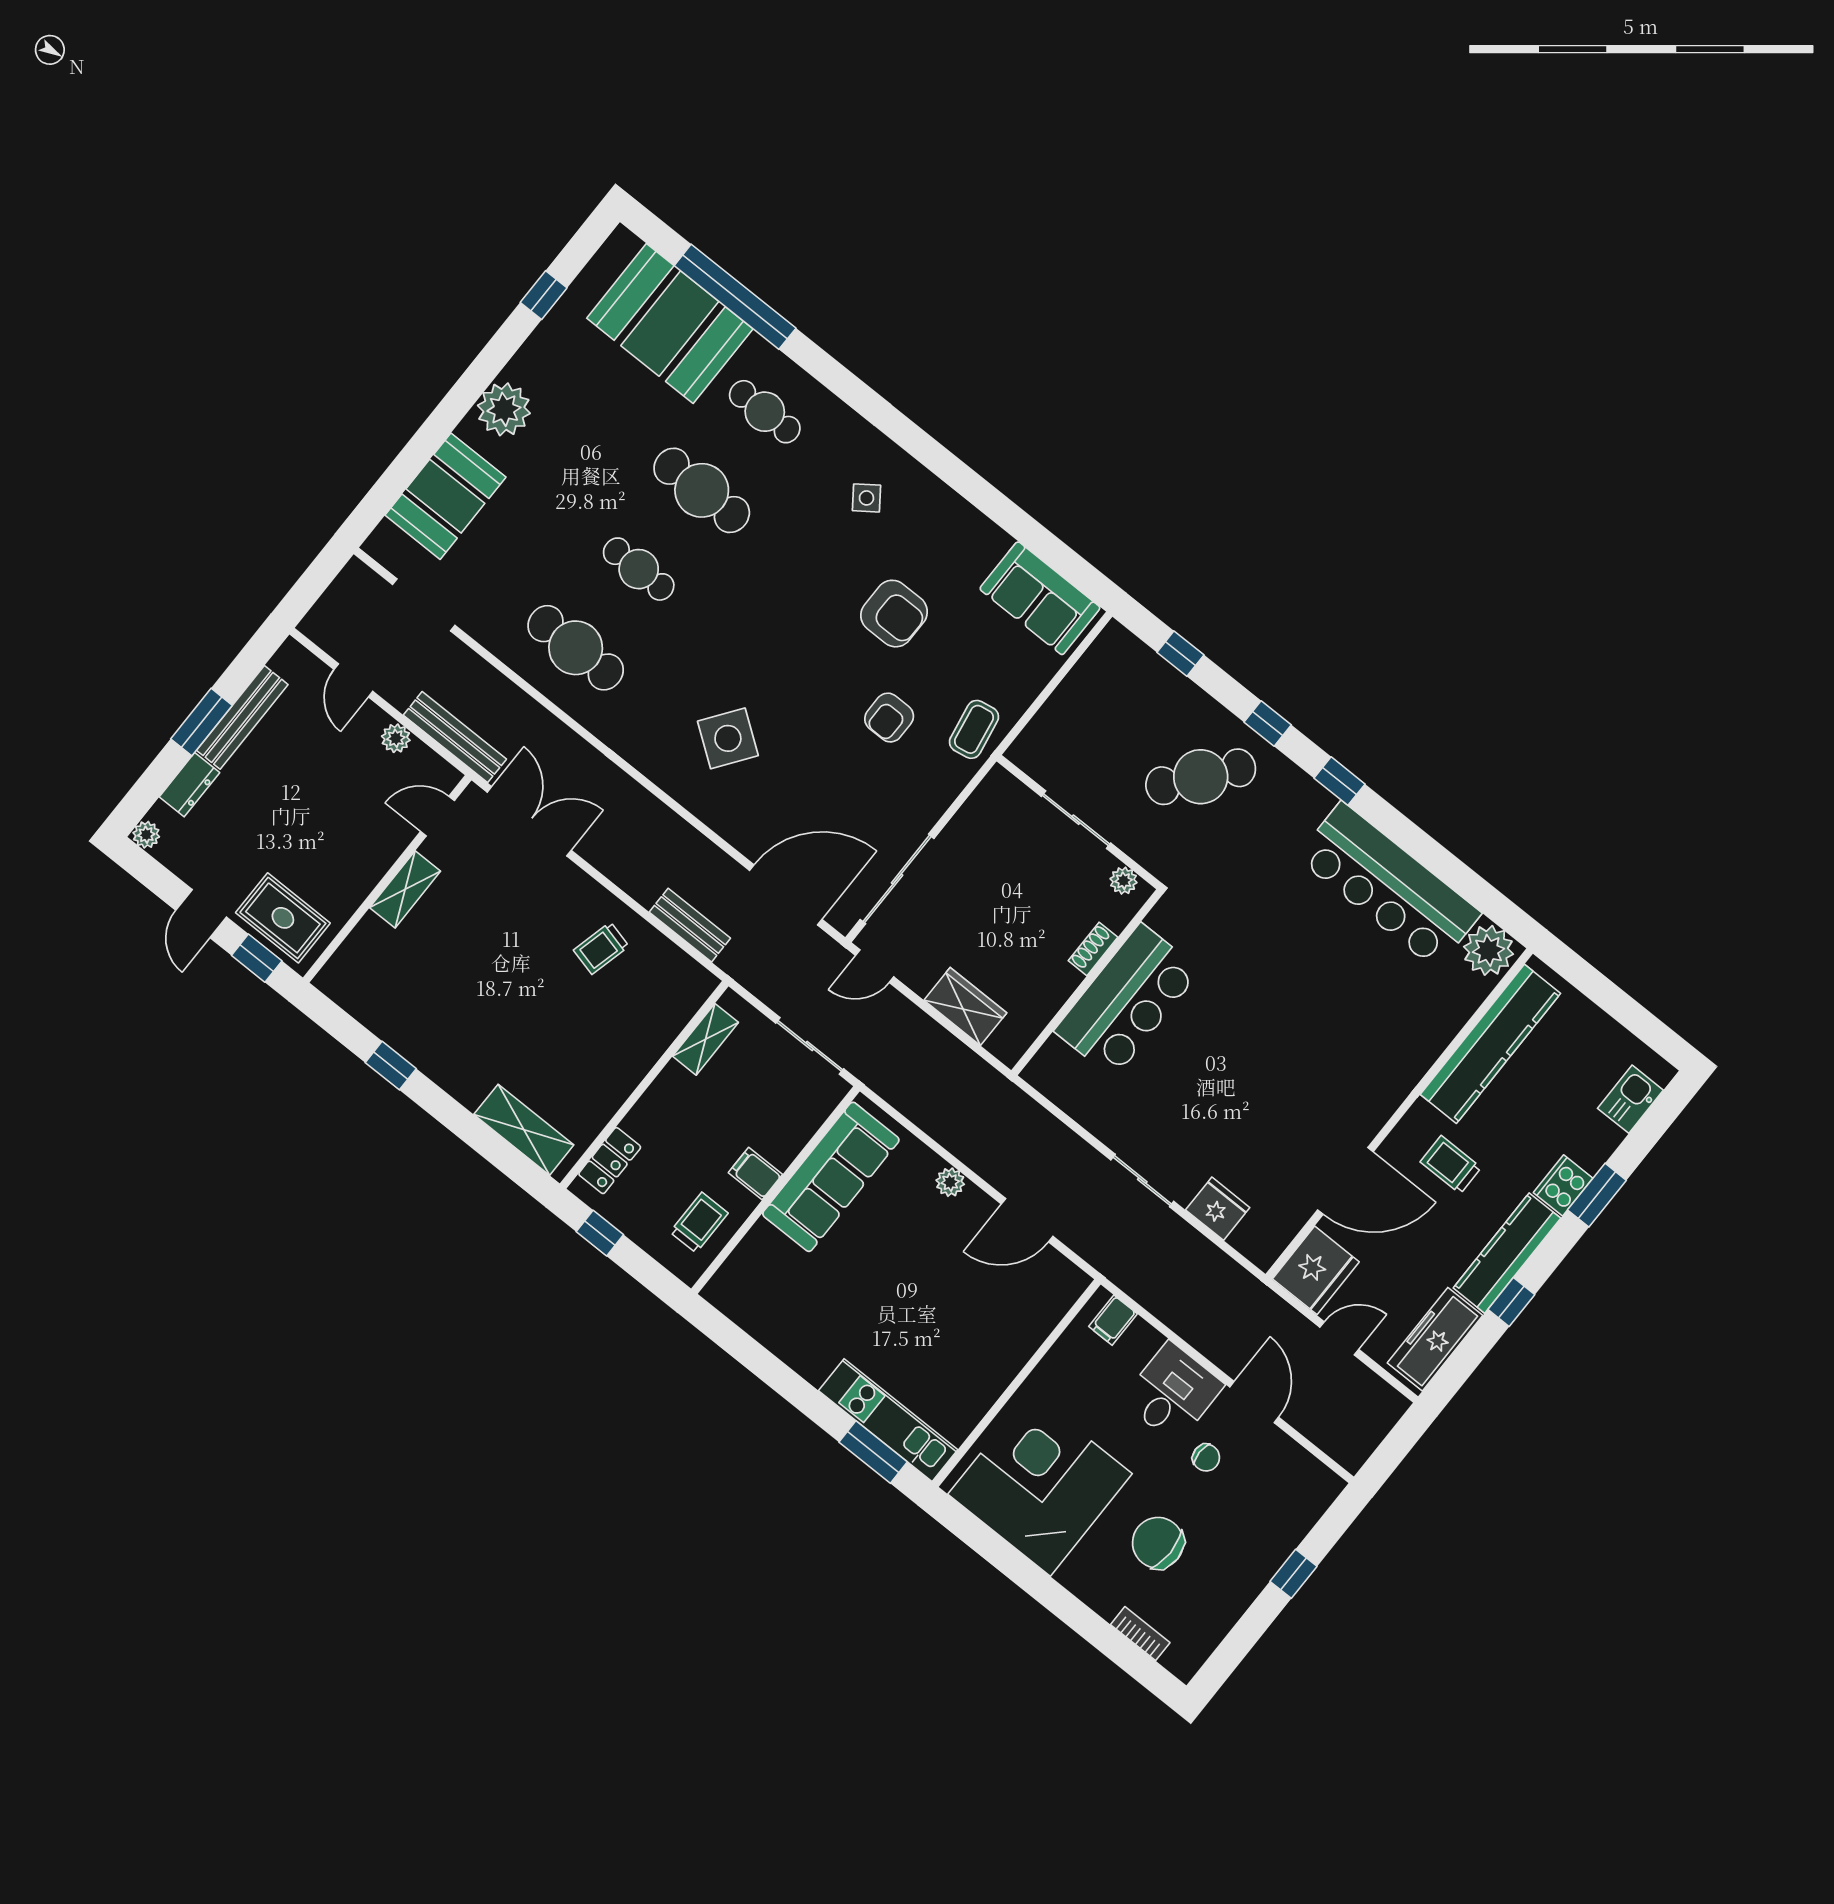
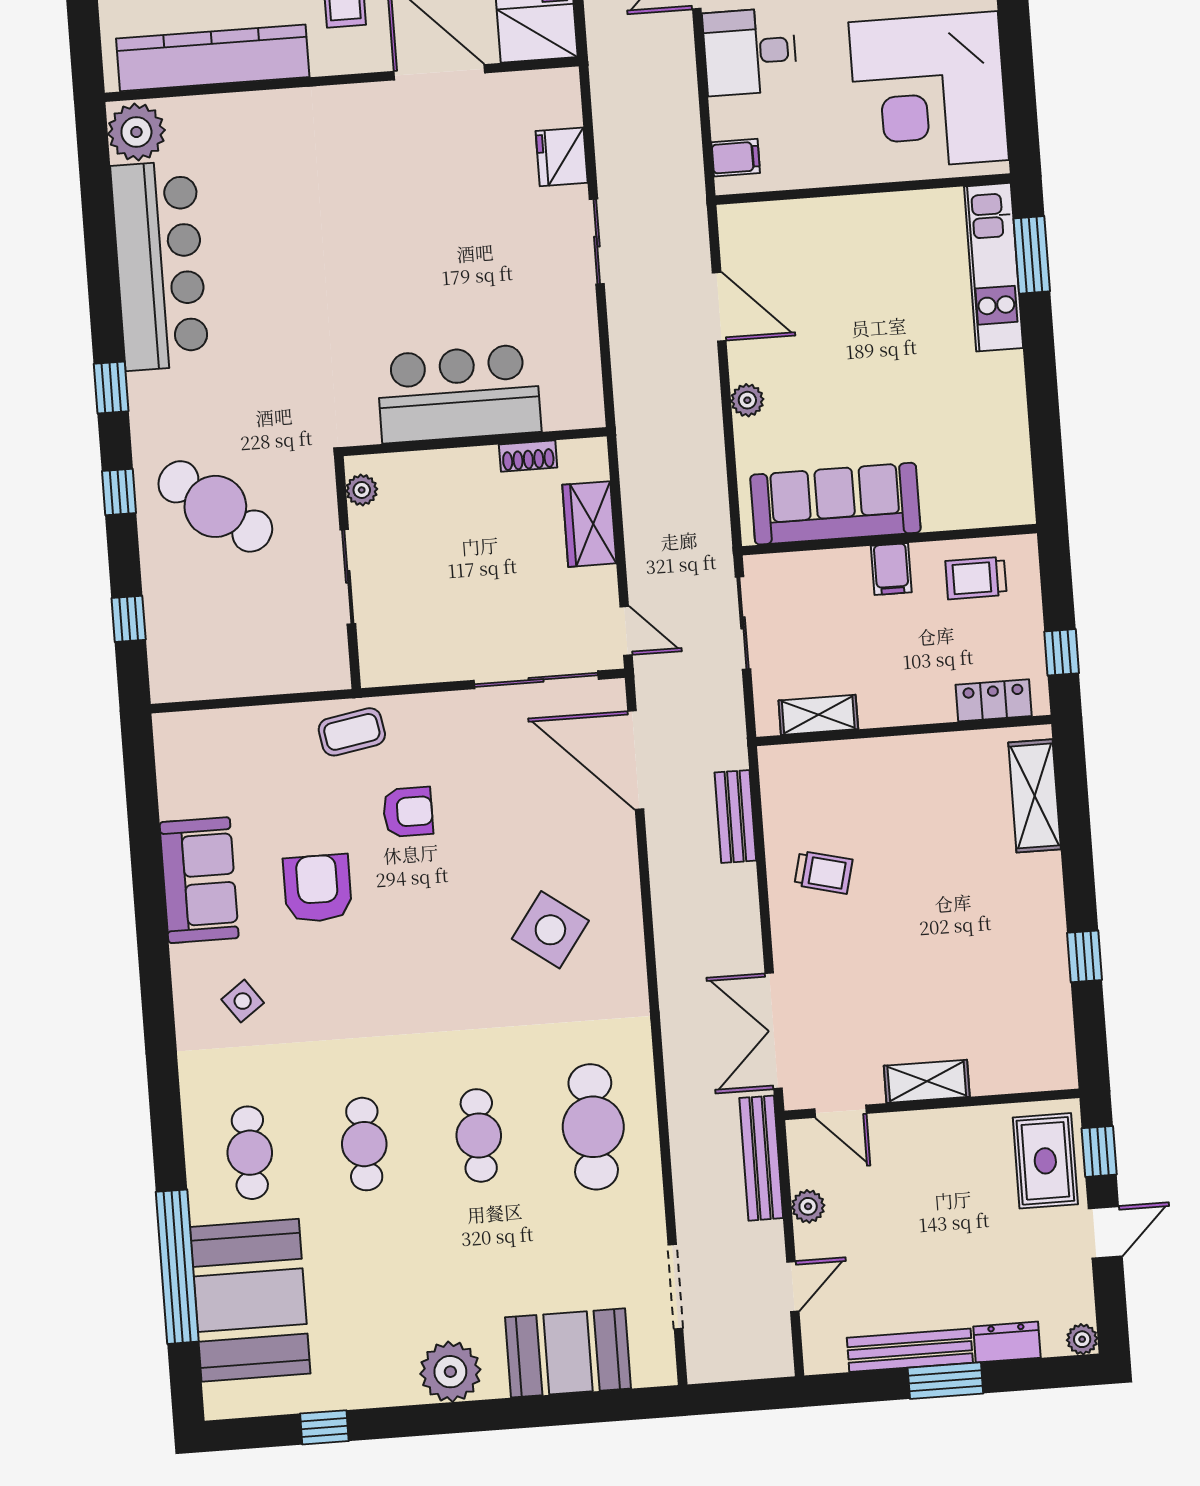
cafe table: (702, 490) -> (364, 1144), width x0.73, depth x0.74
sofa: (1040, 598) -> (199, 880), moved
shoe rack: (1093, 949) -> (528, 456), moved

